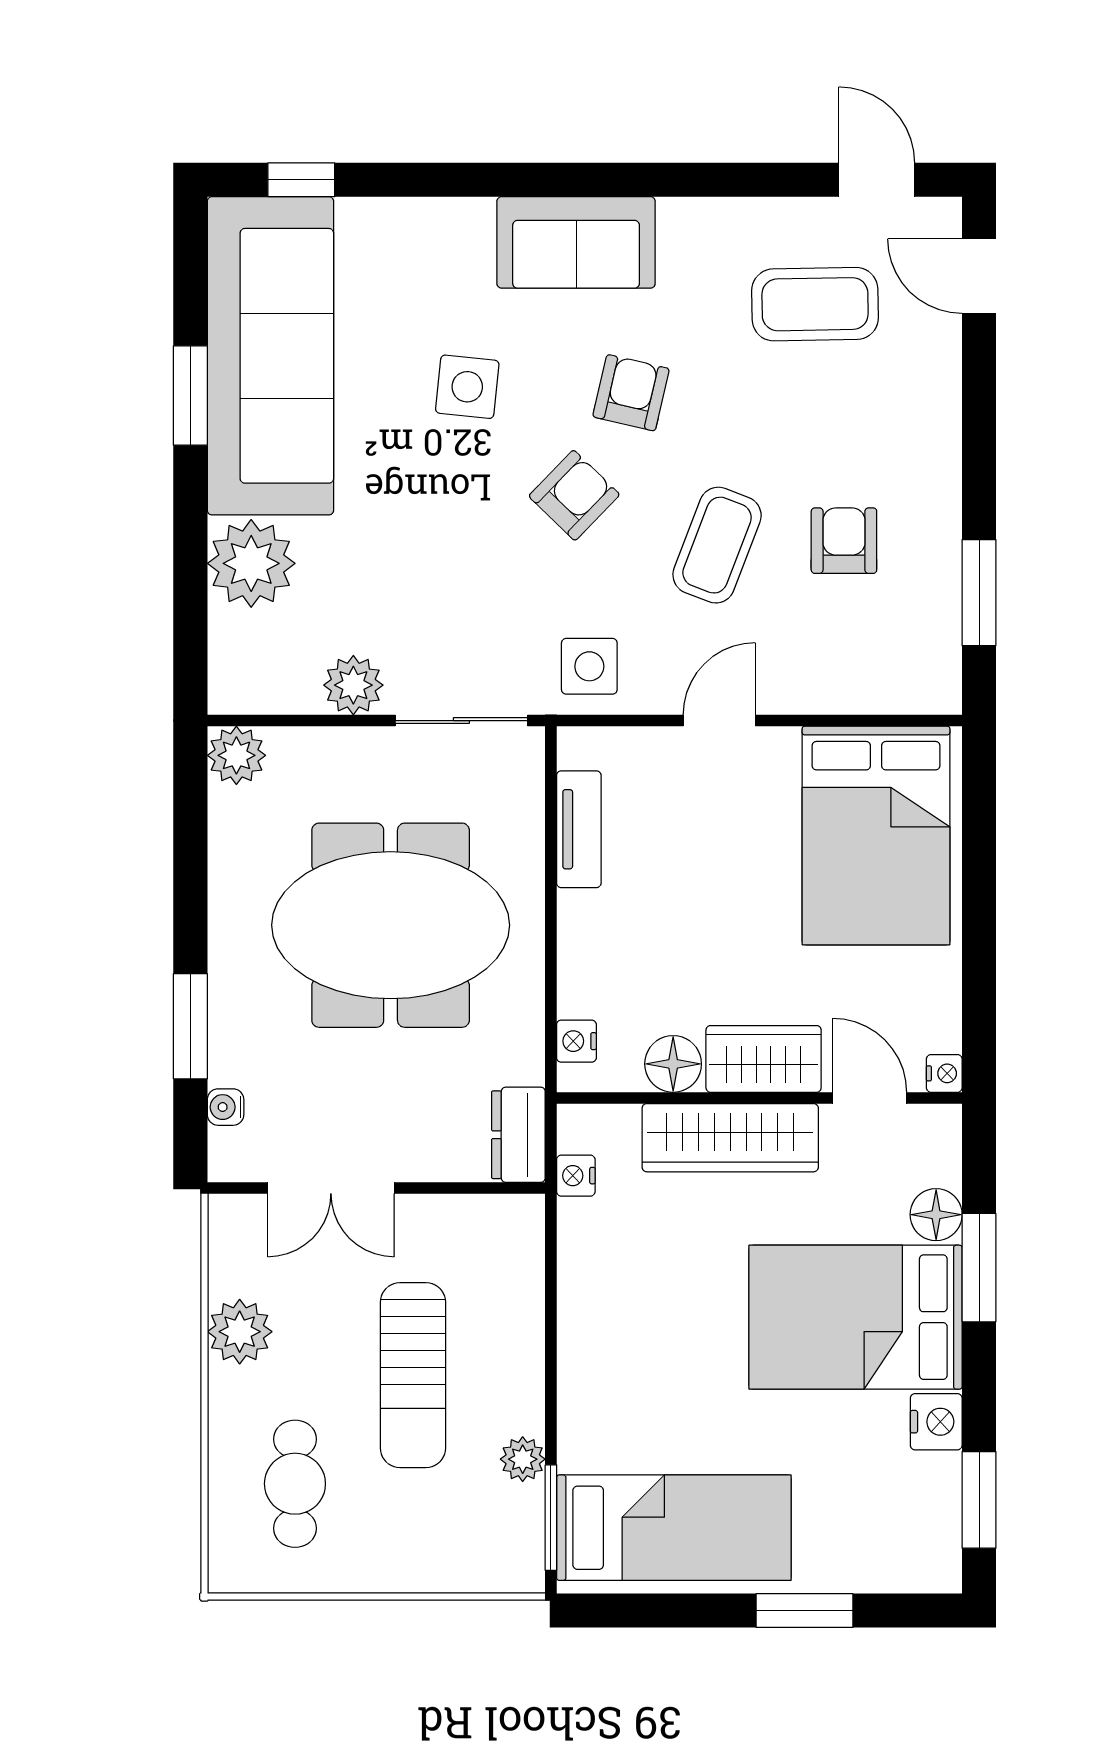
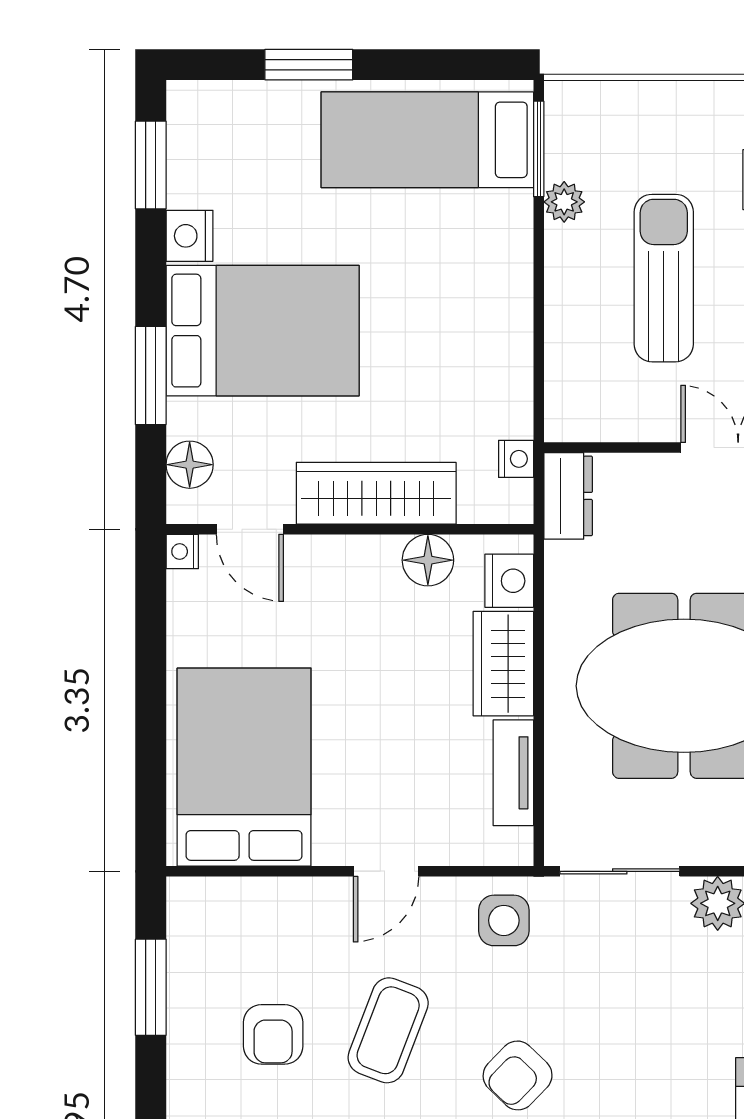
nightstand: (576, 1041) -> (509, 581), width x1.39, depth x1.35
wardrobe: (764, 1059) -> (503, 664), moved, turned 90
floor lamp: (936, 1215) -> (190, 465), moved

